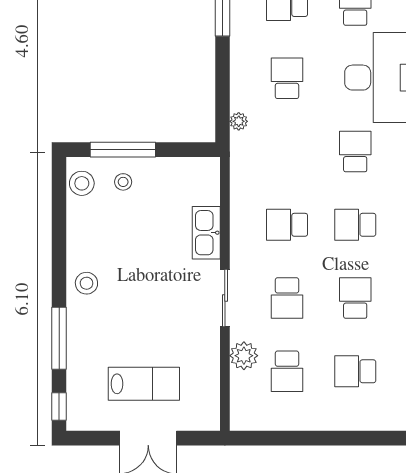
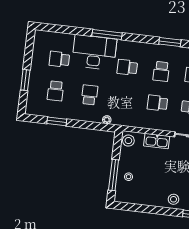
school desk: (287, 78) -> (90, 95), turned 90
stool: (82, 183) -> (128, 141), moved
school desk: (287, 225) -> (157, 103), turned 90

